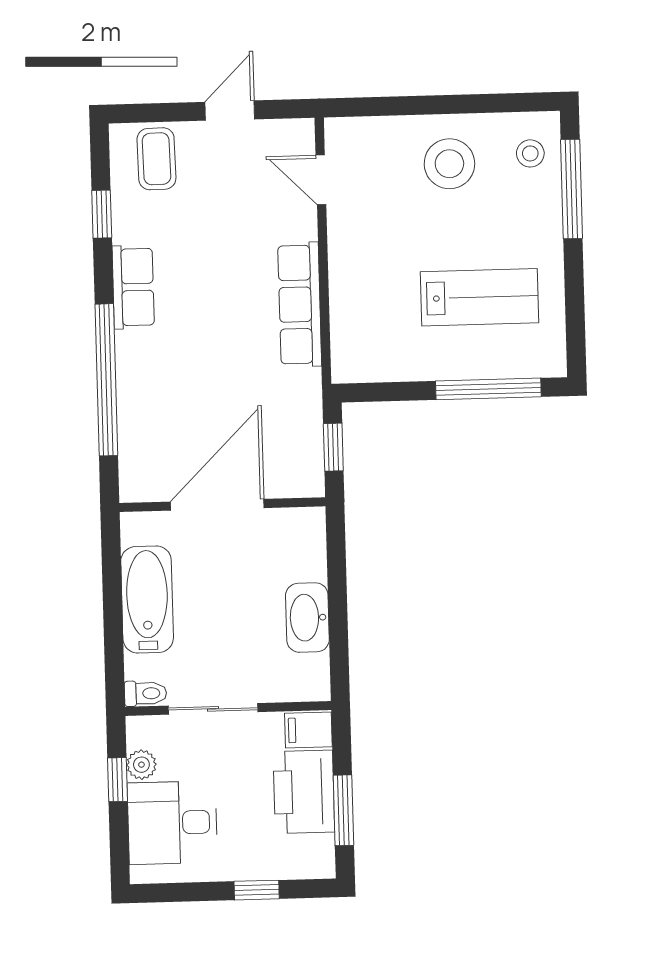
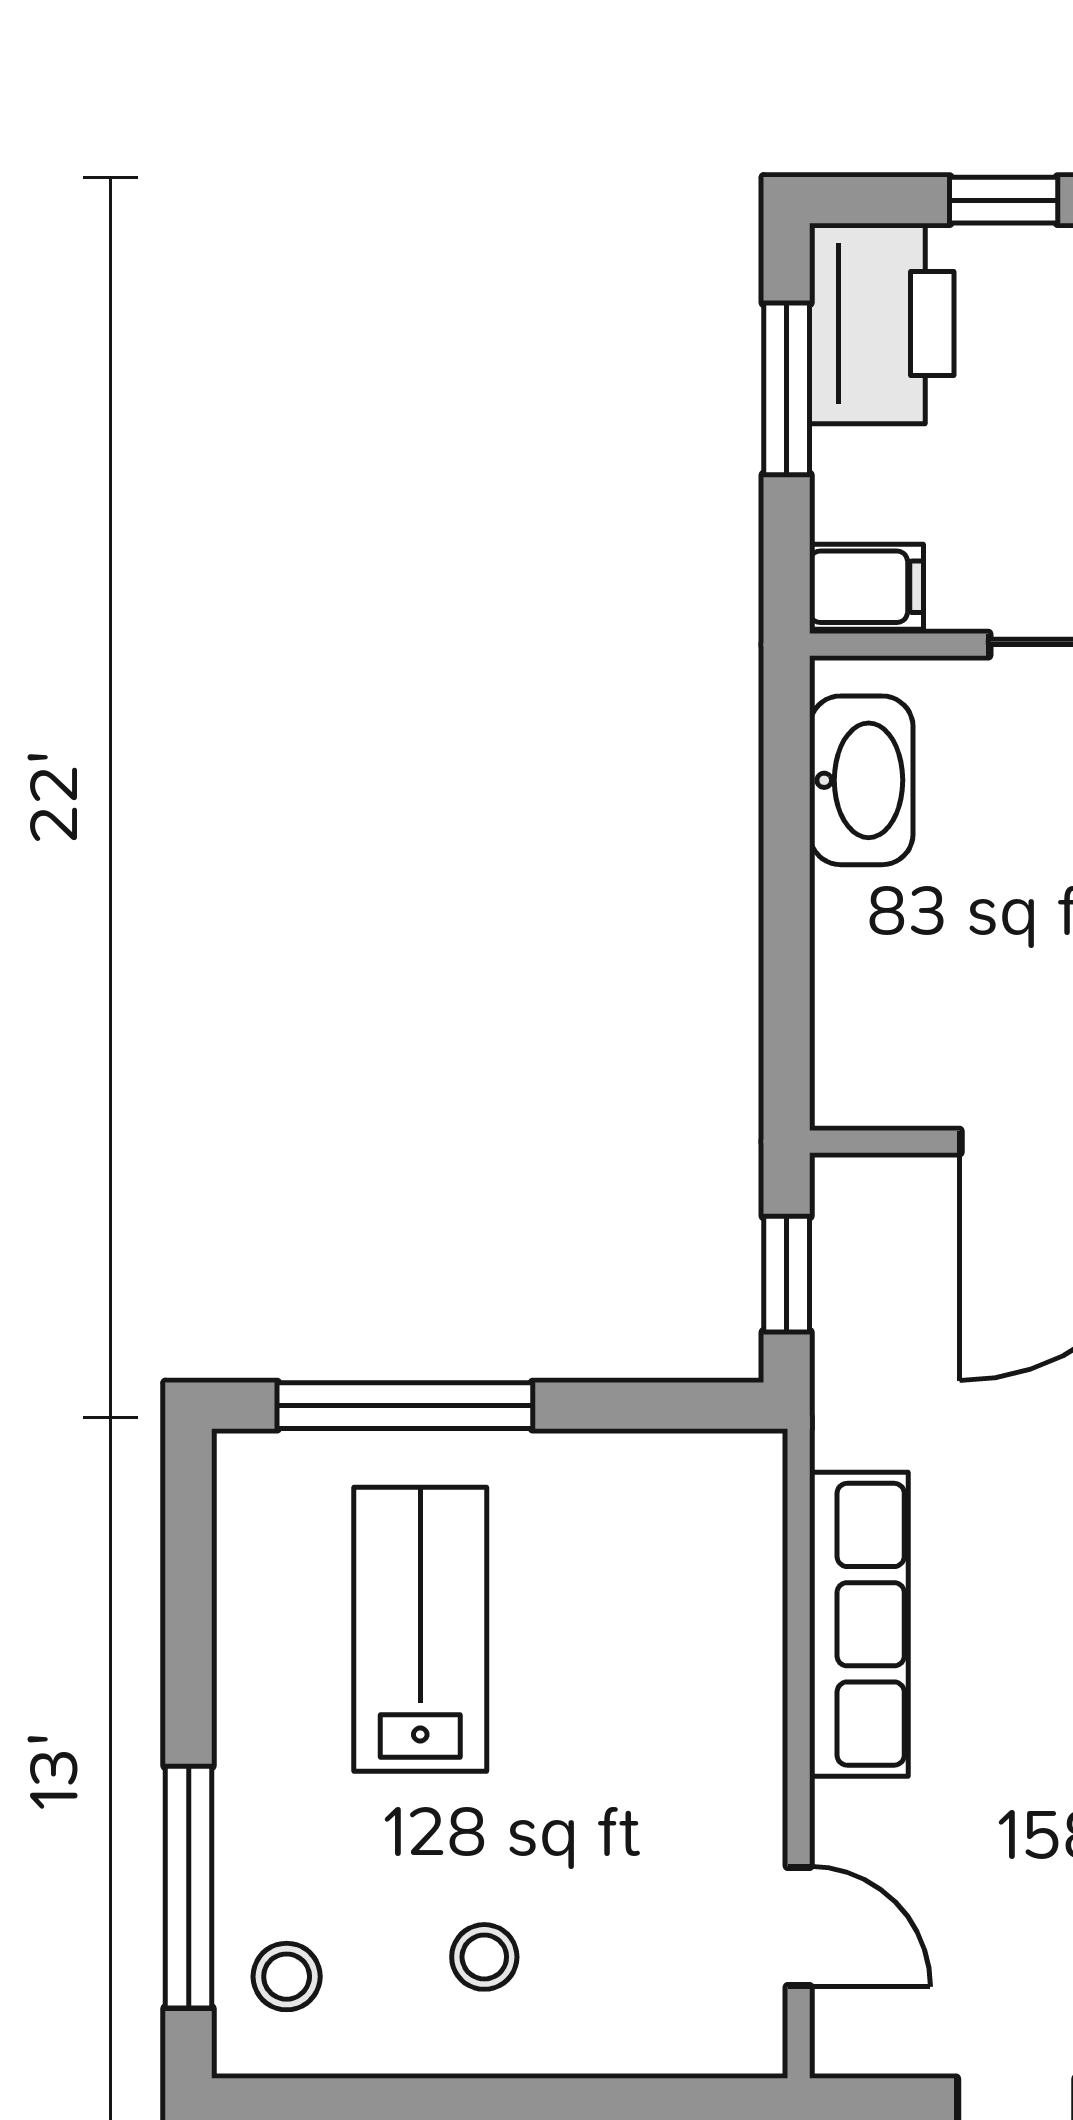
stool: (449, 164) -> (484, 1957), width x0.53, depth x0.53
lab bench: (479, 297) -> (420, 1629), turned 90
washbasin: (307, 618) -> (861, 780), moved
printer: (304, 792) -> (882, 324), moved

